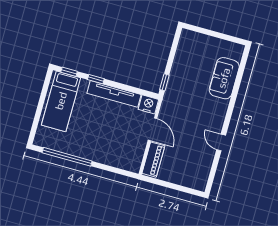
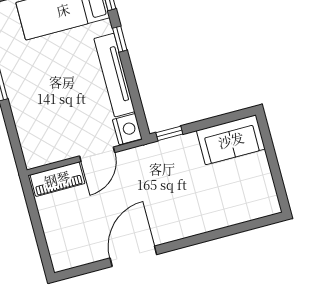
sofa: (224, 78) -> (231, 140), moved, turned 180
door: (221, 143) -> (133, 256), width x1.88

